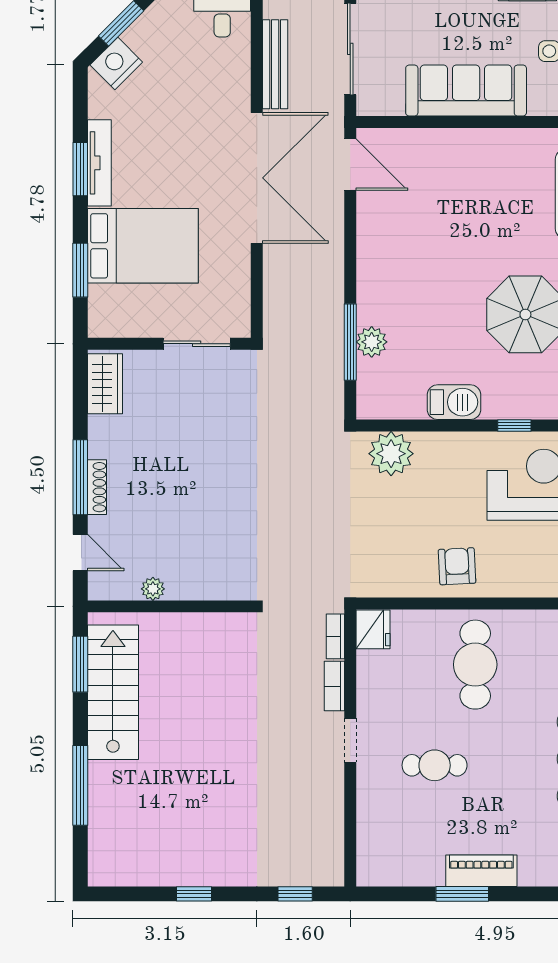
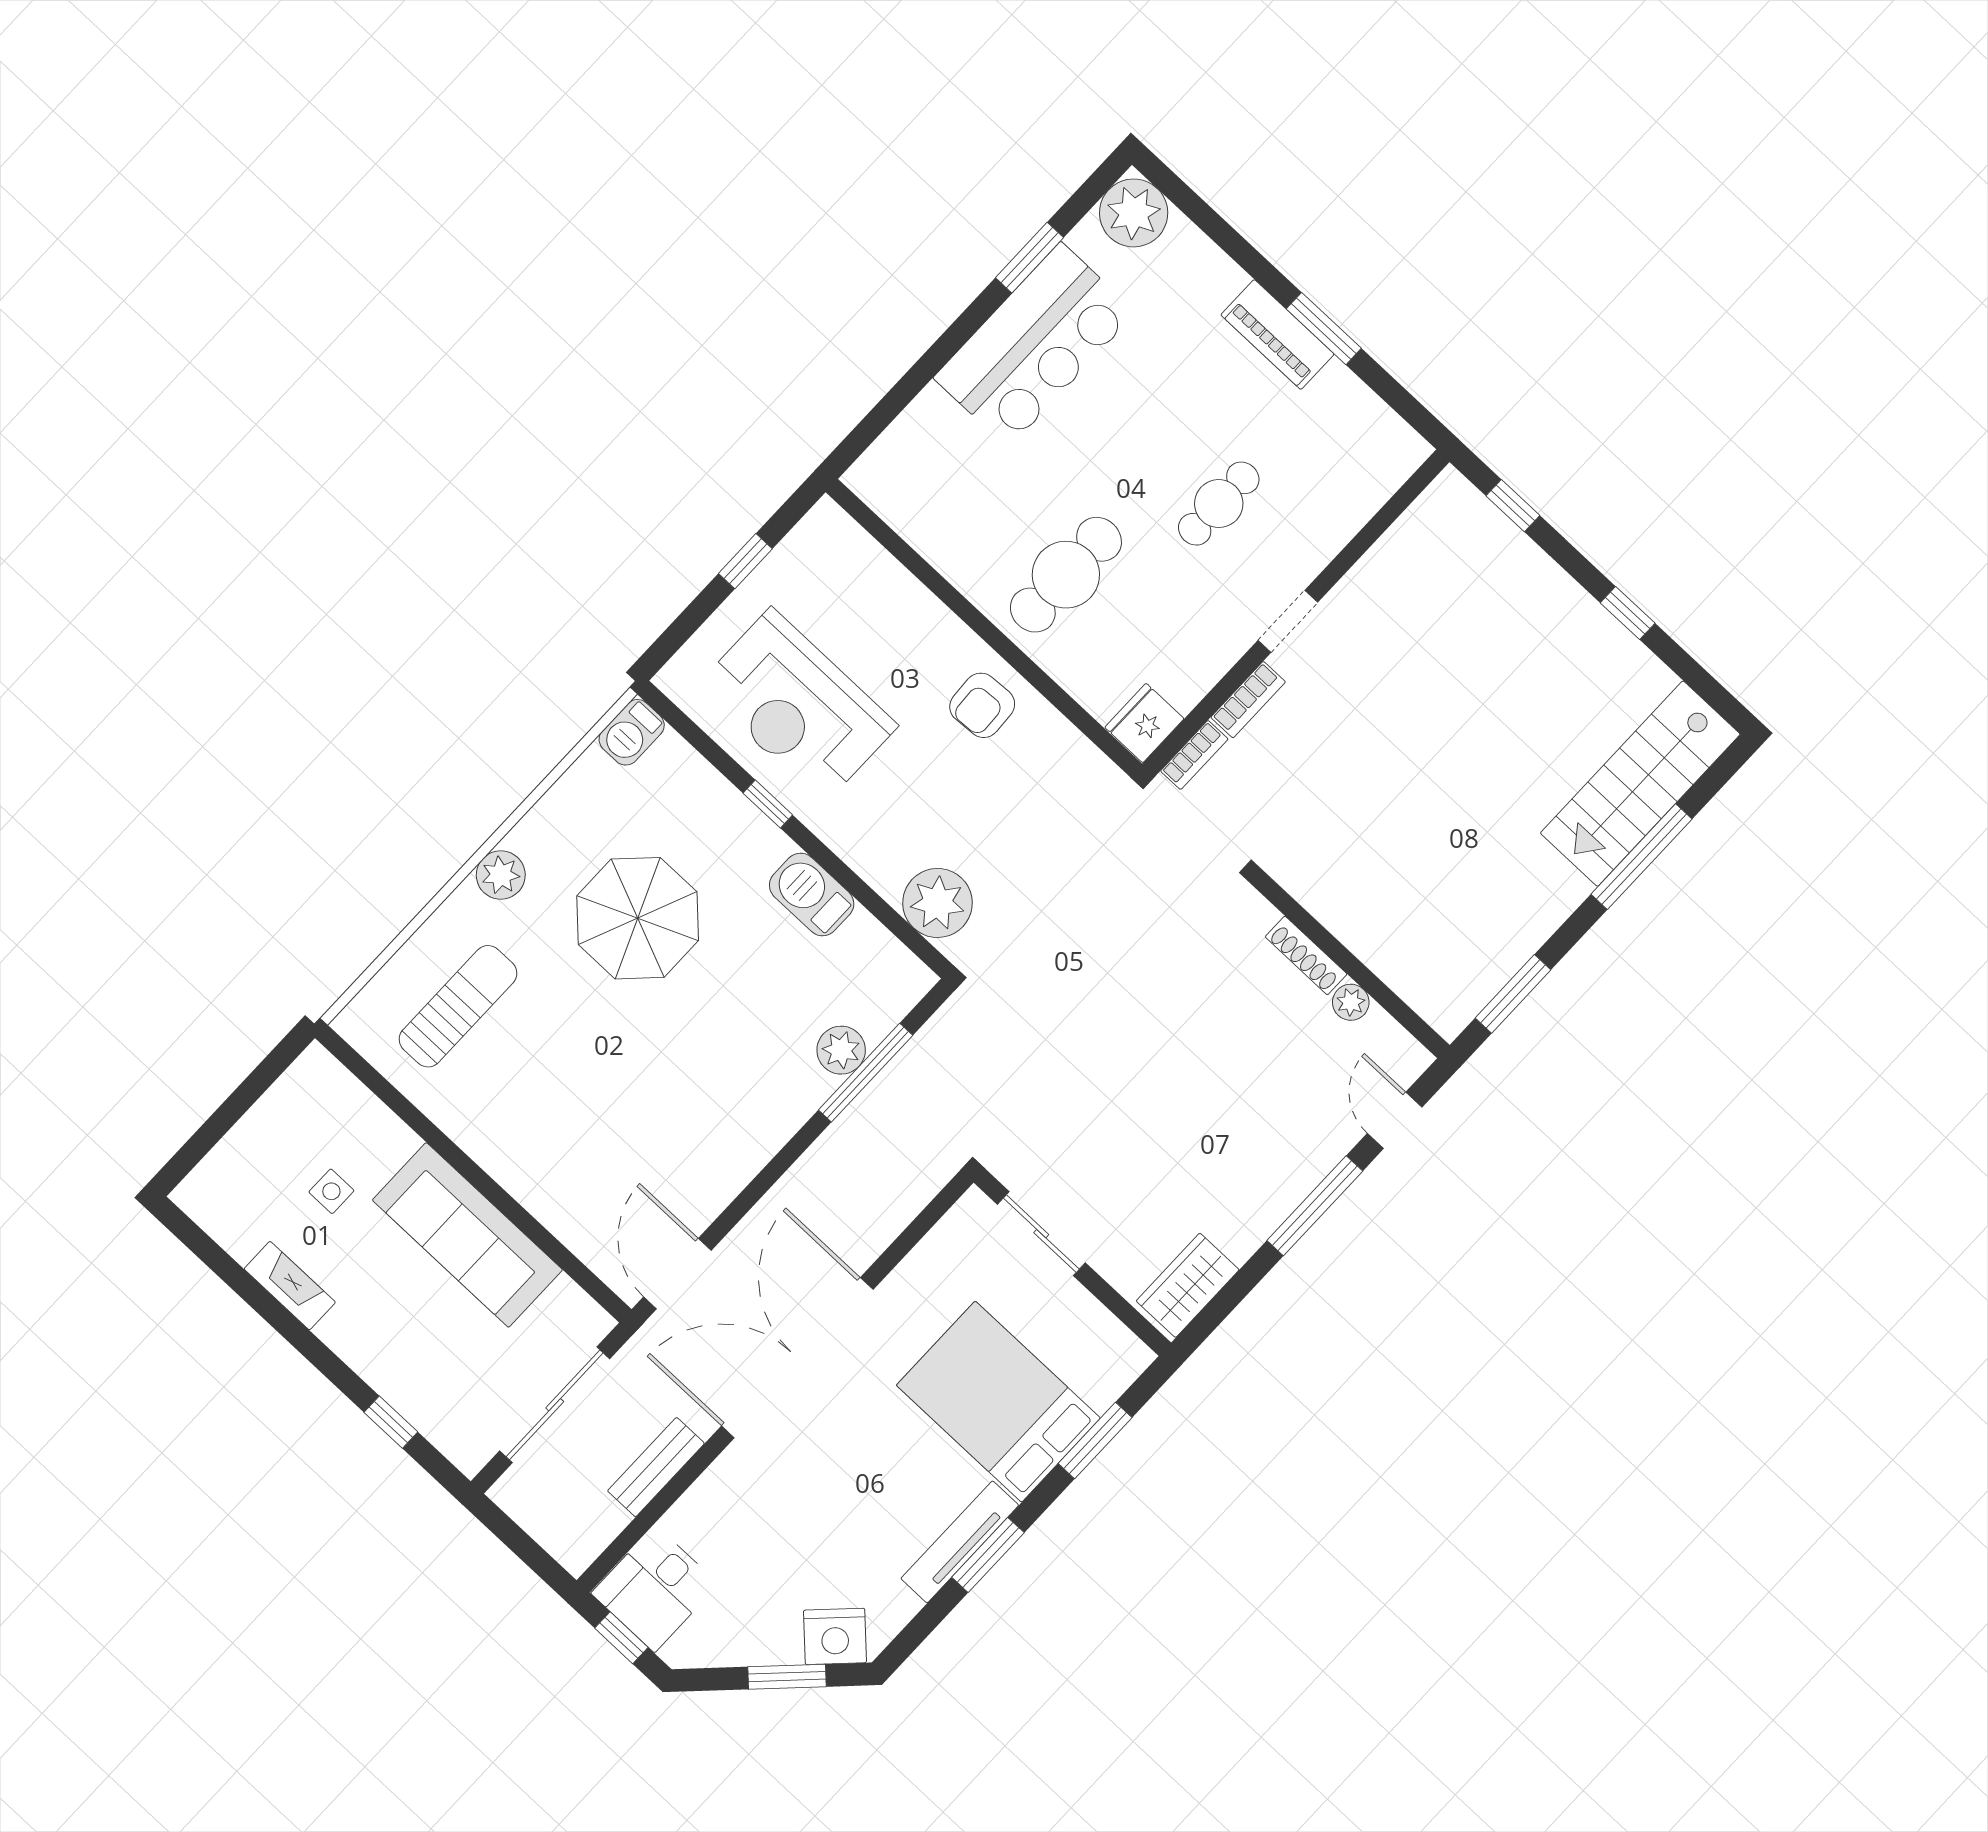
bench: (275, 64) -> (656, 1467), width x0.73
shoe rack: (97, 487) -> (1306, 955), moved, turned -90
stairs: (113, 692) -> (1640, 784), moved
cafe table: (435, 765) -> (1219, 504), turned 90

